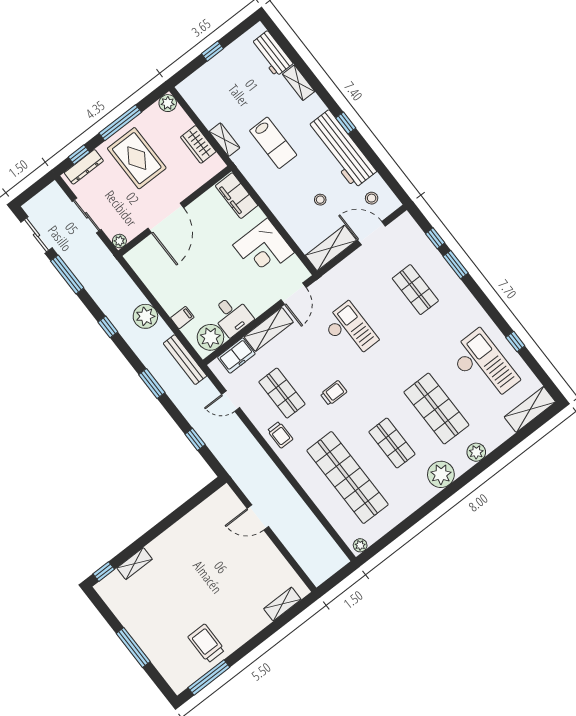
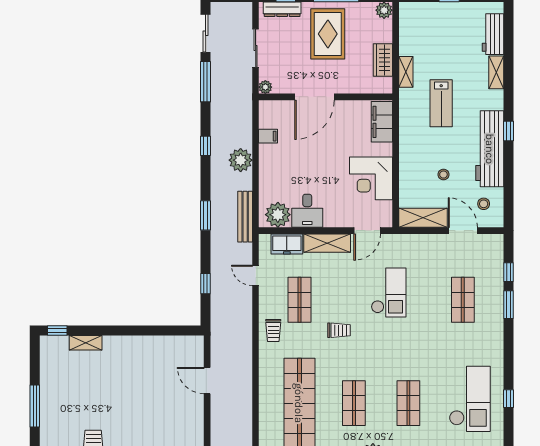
filing cabinet: (182, 318) -> (268, 136), moved
shop shelf: (436, 409) -> (408, 403), width x0.70, depth x0.74

